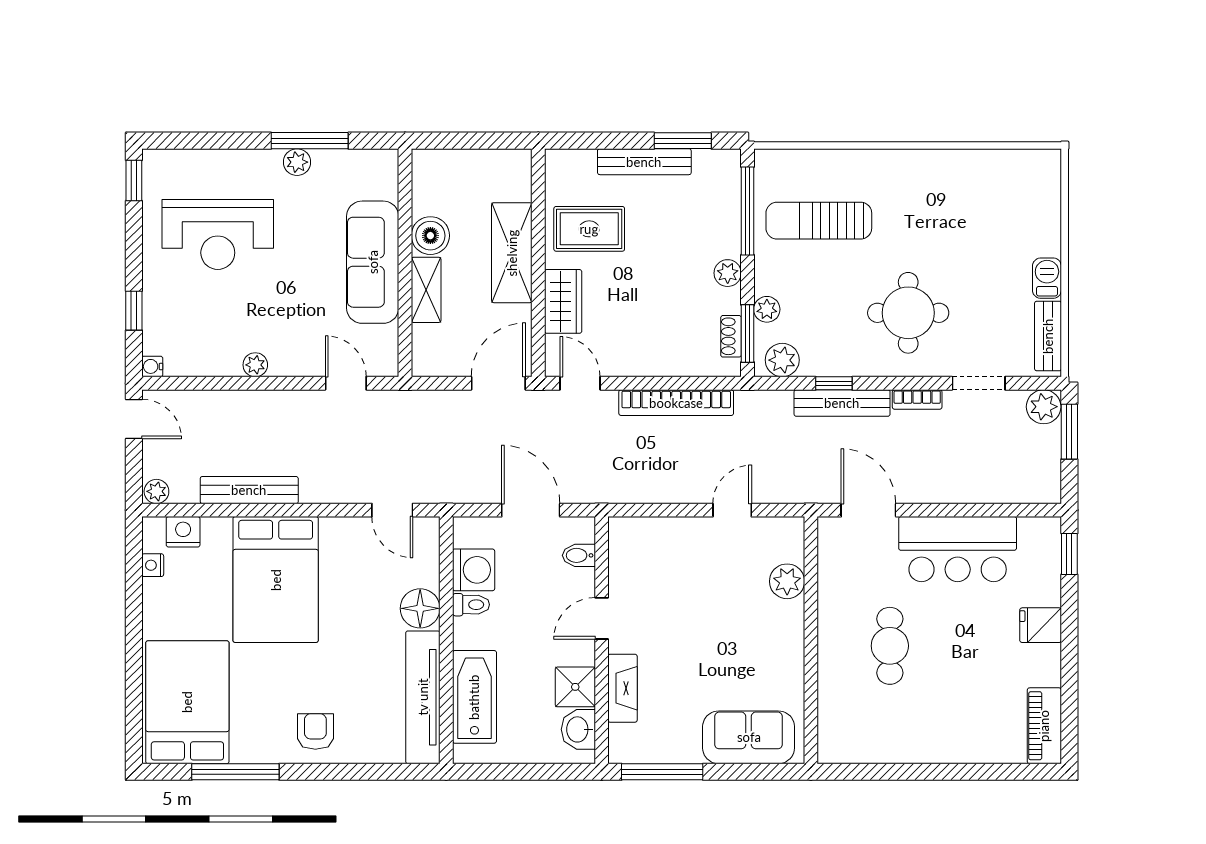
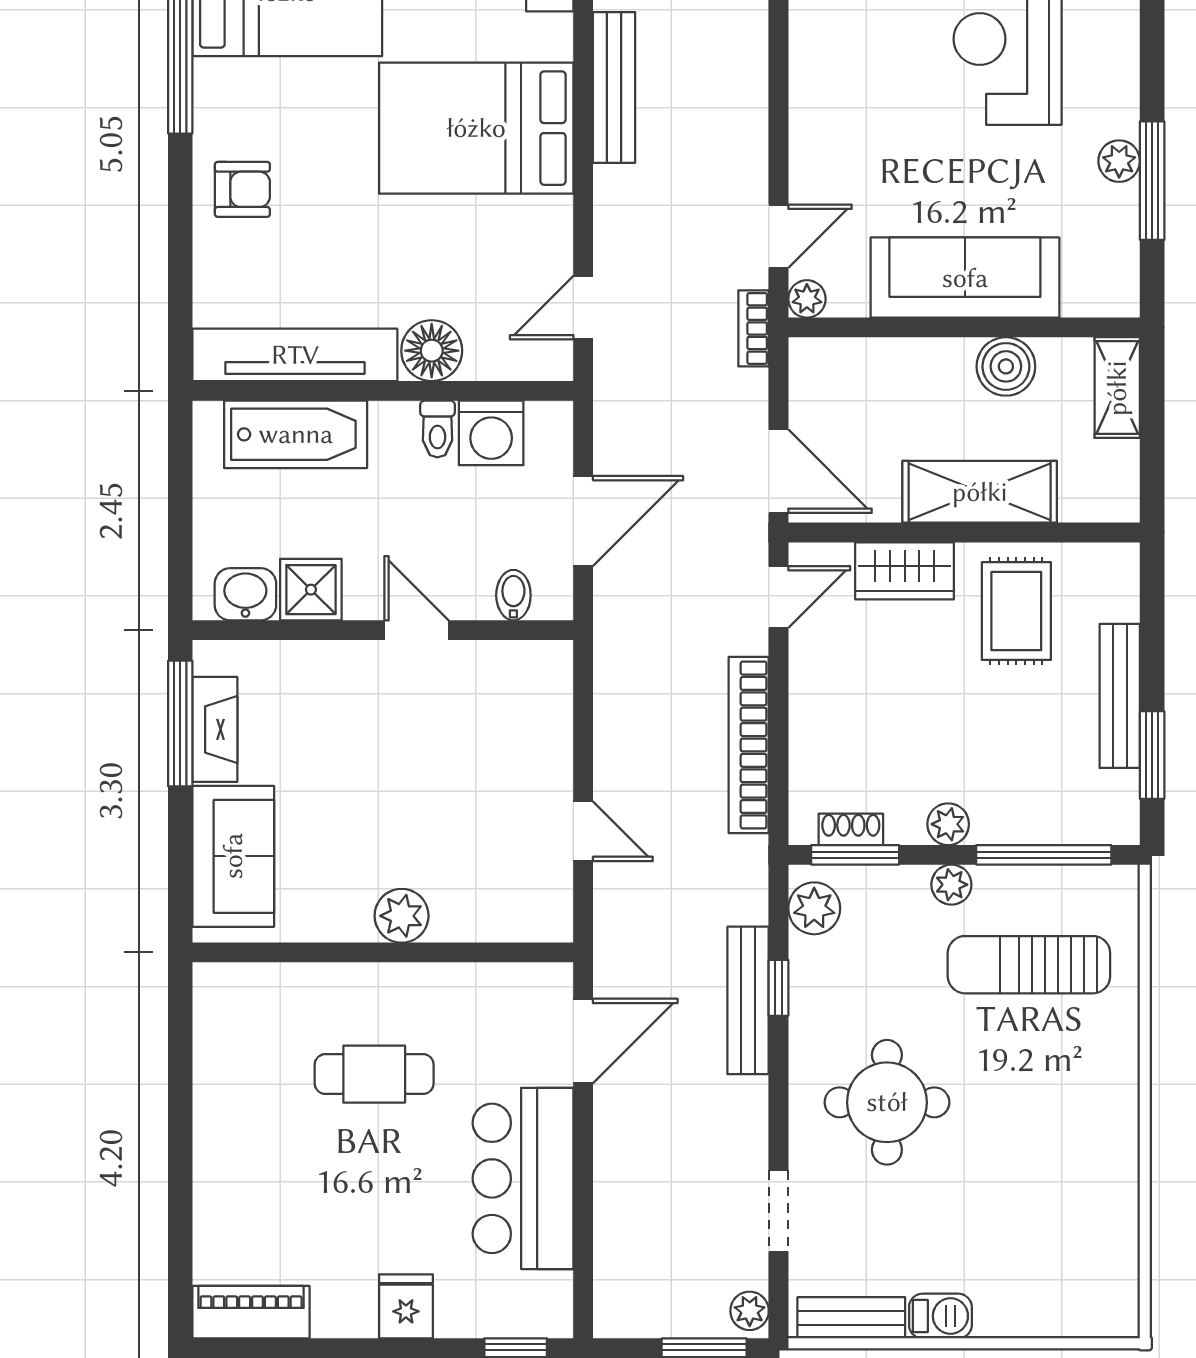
sun lounger: (819, 221) -> (1029, 965), turned -90
shelving: (426, 290) -> (1117, 388), moved, turned 90
plant: (767, 309) -> (951, 885), moved
plant: (255, 365) -> (807, 299), moved
bookcase: (917, 399) -> (754, 328), moved
plant: (1044, 407) -> (750, 1311), width x0.73, depth x0.73
plant: (787, 581) -> (402, 916), moved
fireplace: (623, 688) -> (215, 729), moved, turned -90

